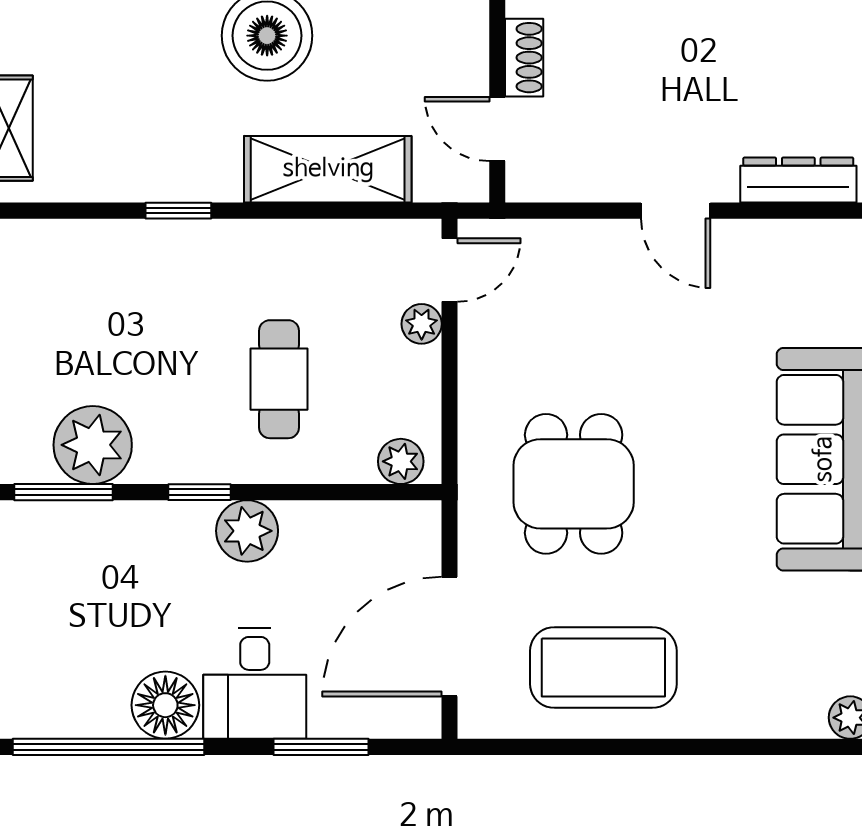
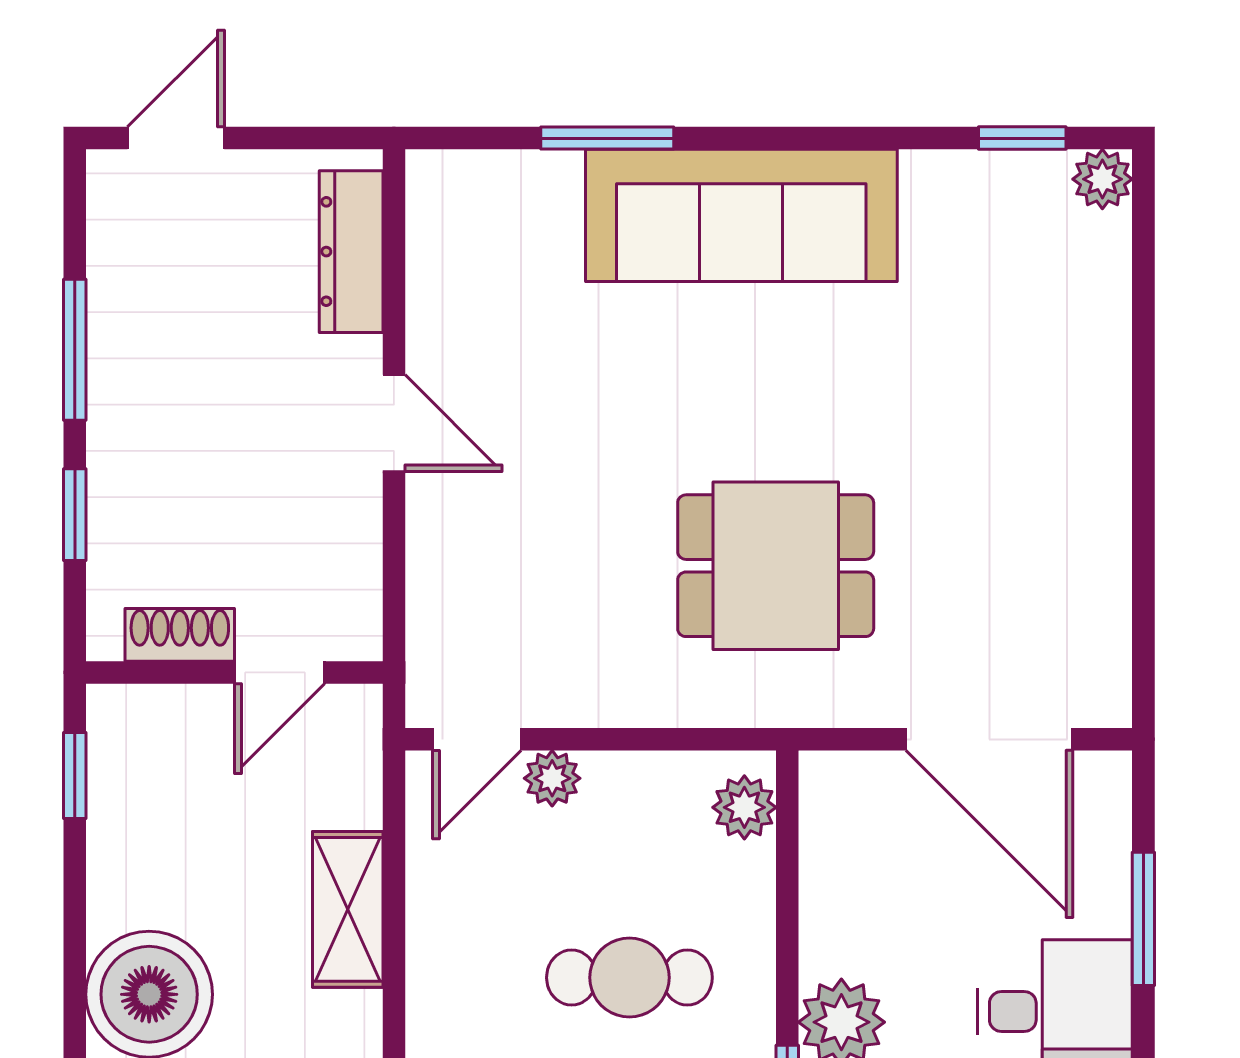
shelving: (328, 169) -> (348, 909), width x0.67, depth x0.75
door: (676, 211) -> (394, 423), hinge flipped
door: (449, 270) -> (477, 739), swing flipped
coffee table: (603, 667) -> (1032, 524), removed

